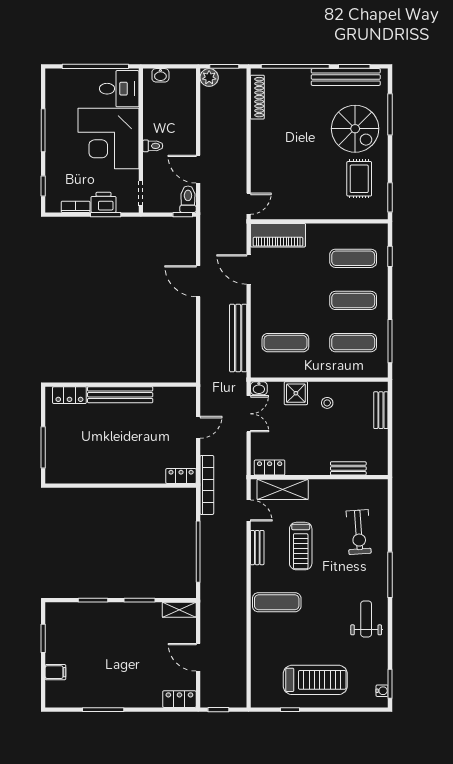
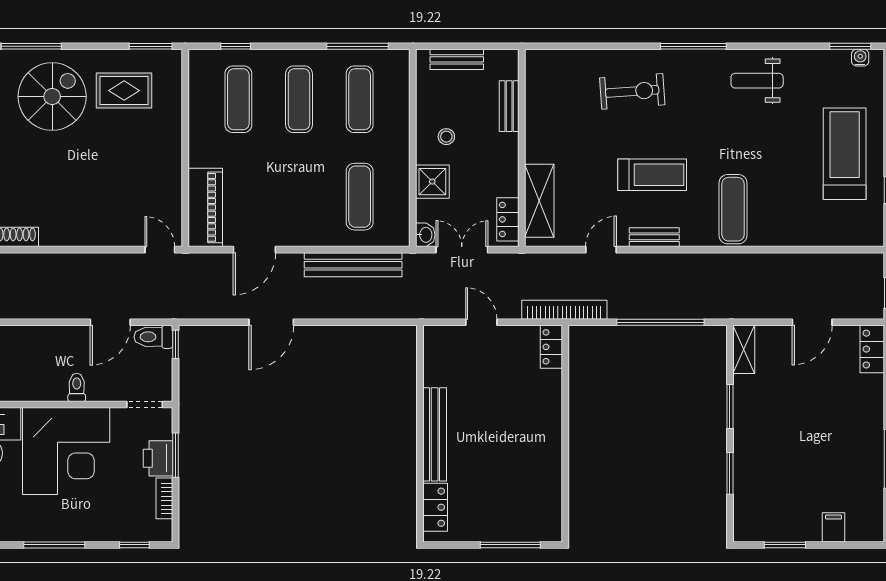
locker: (270, 468) -> (508, 219), moved
bench: (348, 468) -> (509, 106), moved
wall: (319, 477) -> (522, 148), moved
shelving: (283, 489) -> (539, 201), moved

